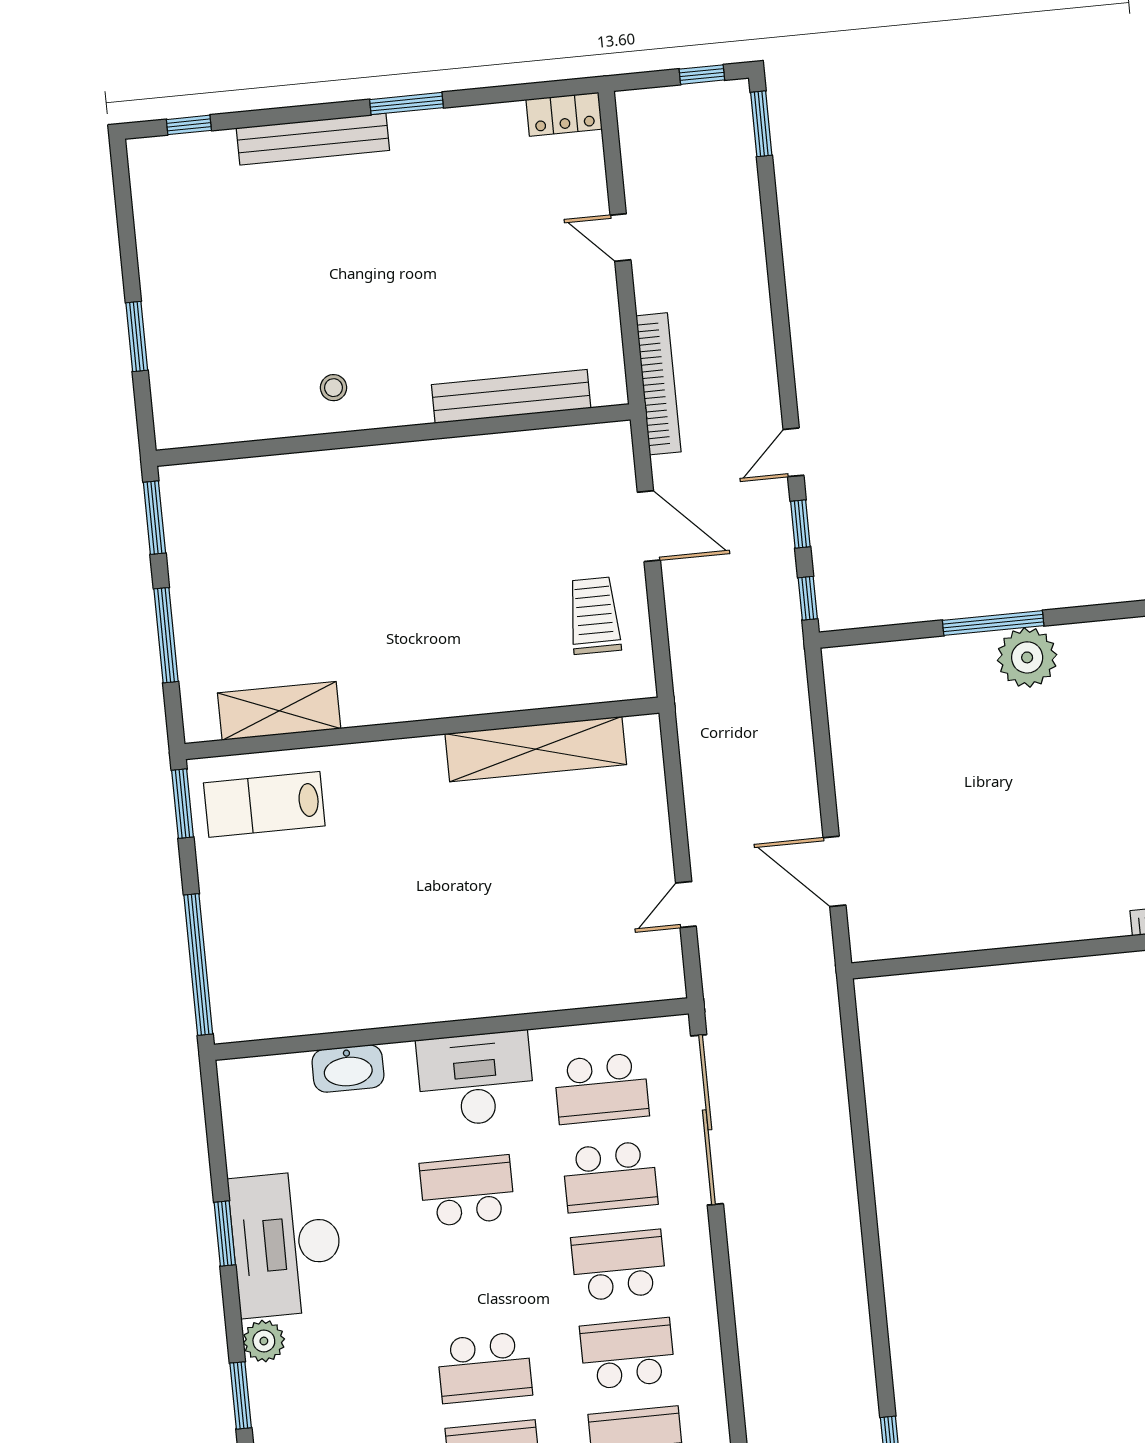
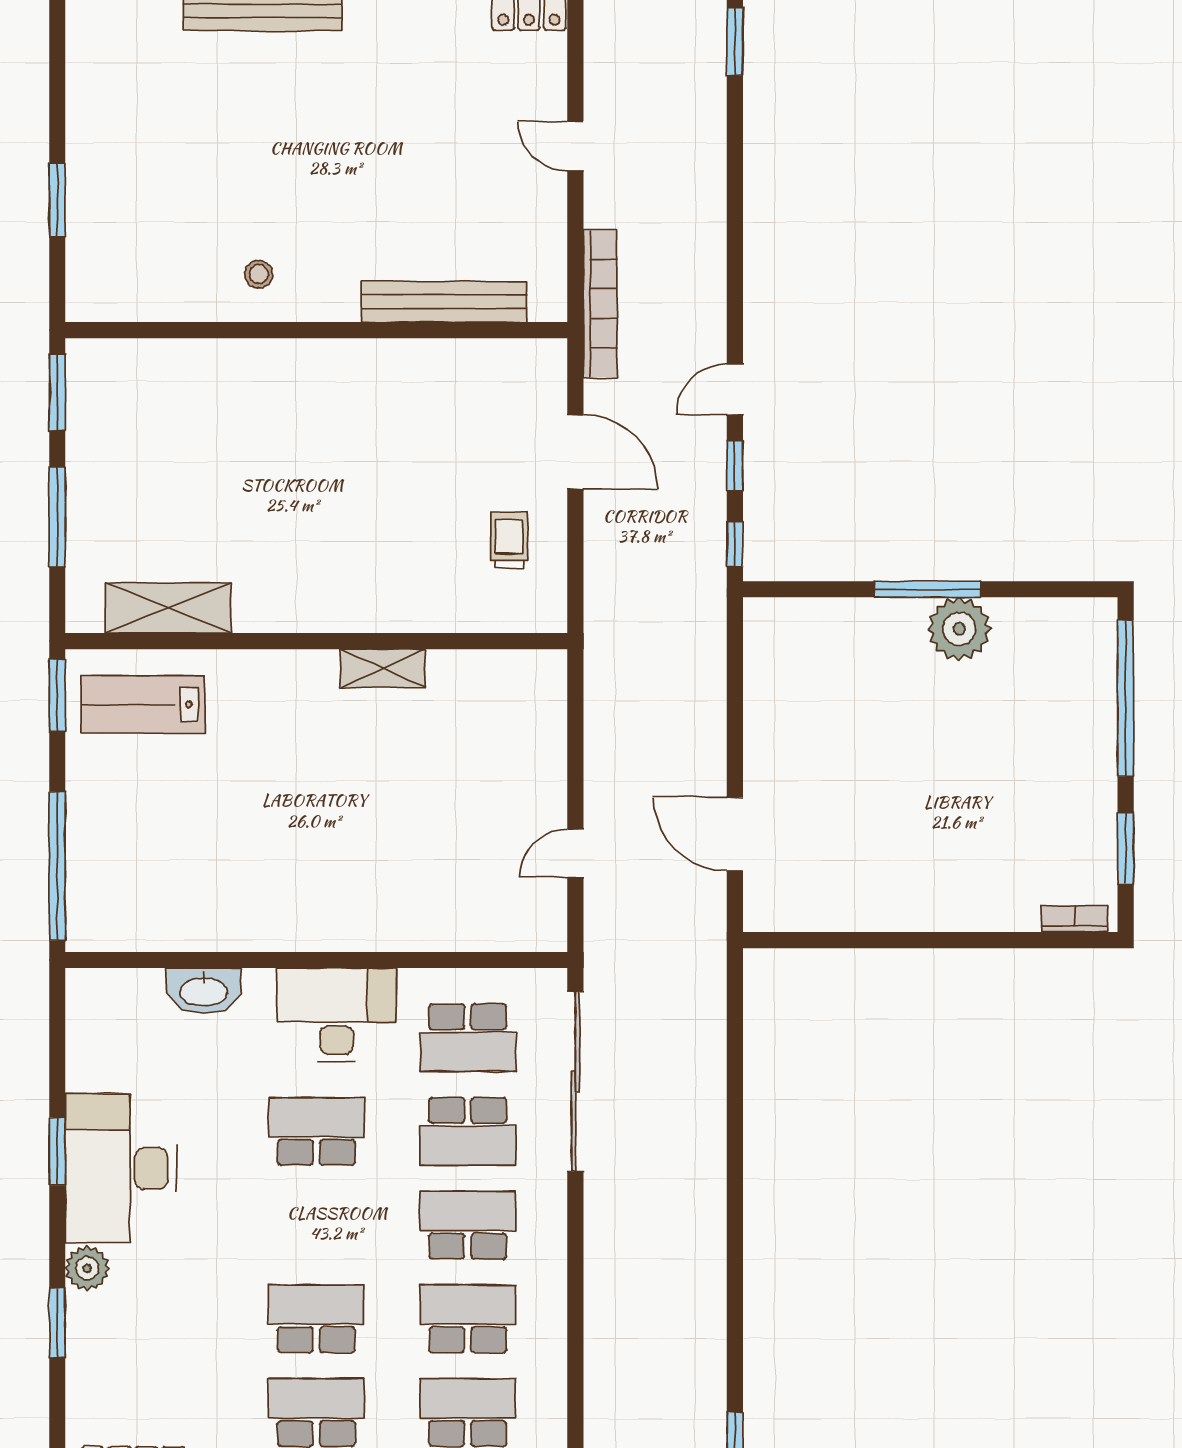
trolley: (594, 616) -> (509, 540), width x0.73, depth x0.72
shelving: (536, 749) -> (383, 668), width x0.45, depth x0.75
school desk: (485, 1368) -> (316, 1319), turned 180

